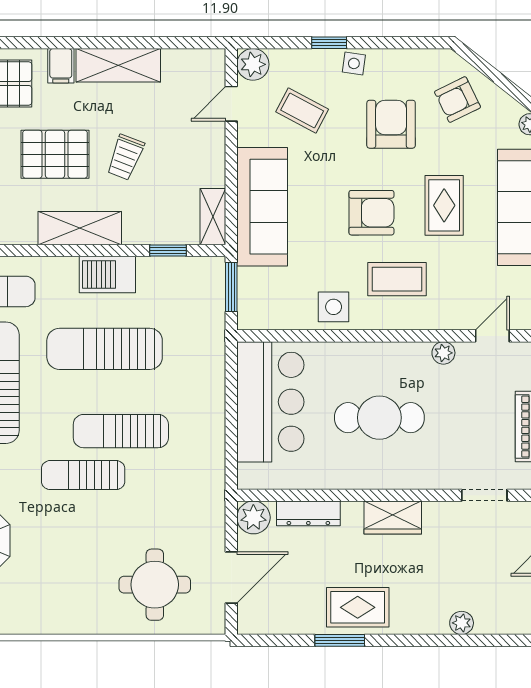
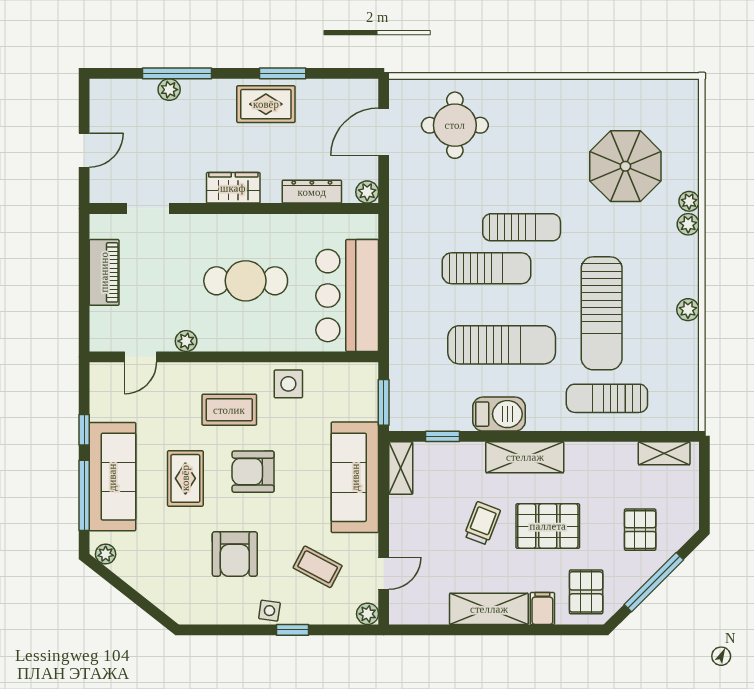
plant: (253, 64) -> (368, 614), width x0.73, depth x0.73
armchair: (458, 100) -> (173, 577), removed
plant: (253, 517) -> (367, 192), width x0.73, depth x0.73
window: (453, 640) -> (177, 73), added

